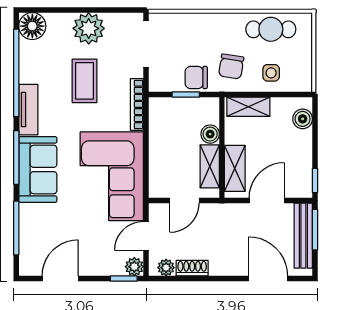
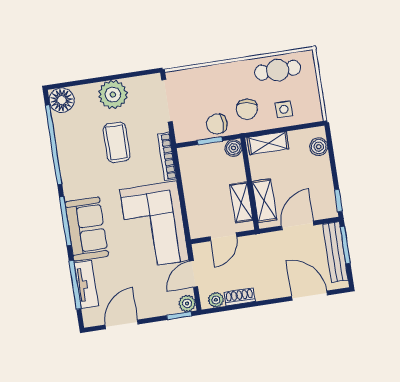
tv unit: (28, 110) -> (86, 284), moved
boiler: (210, 134) -> (233, 148), moved

